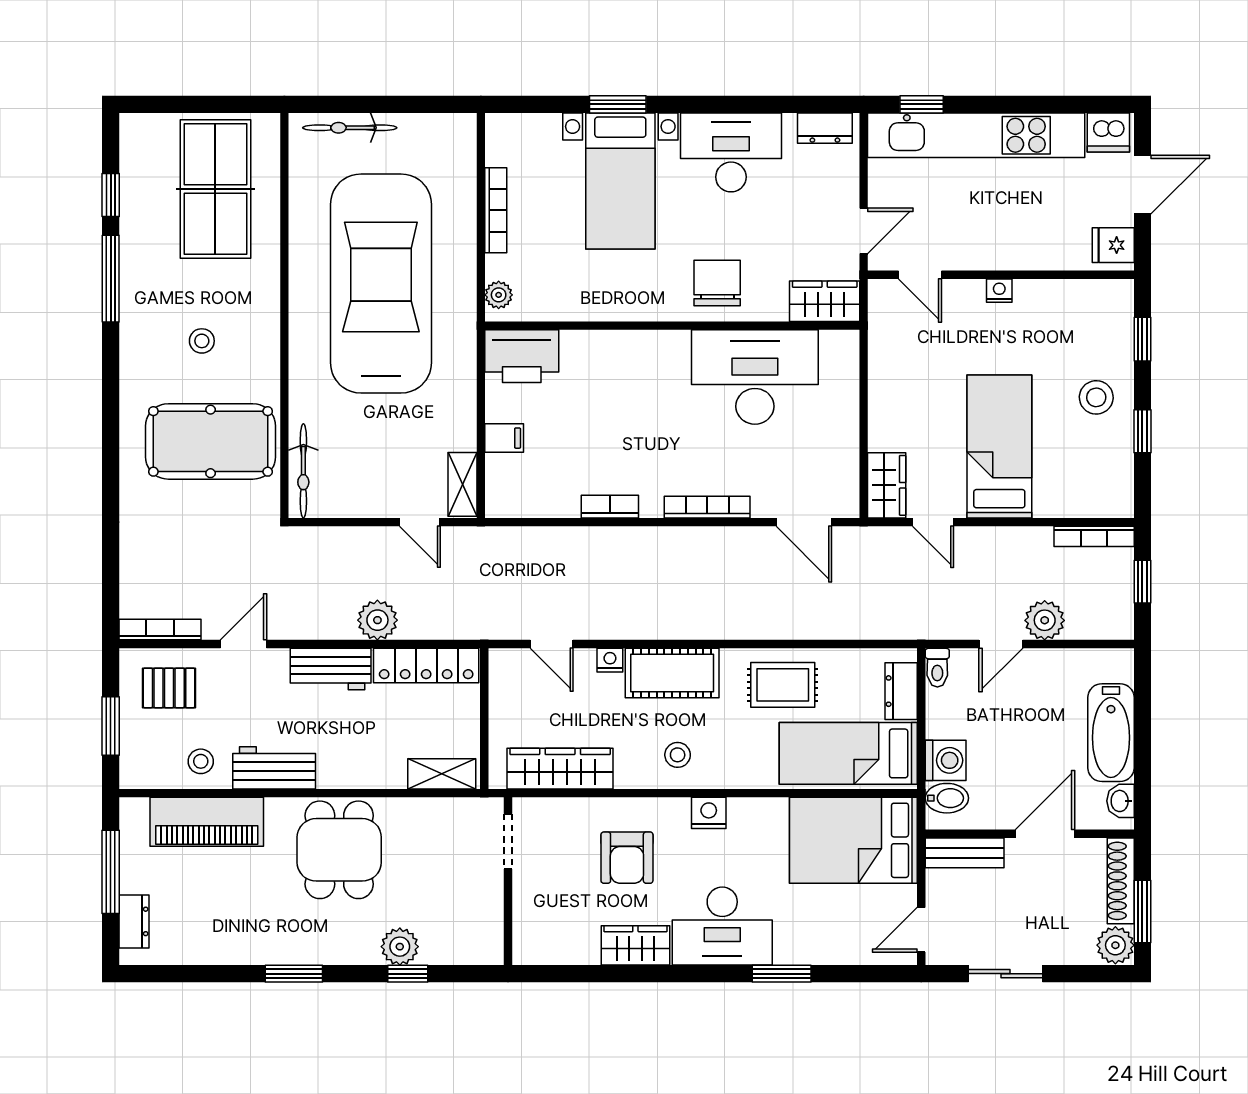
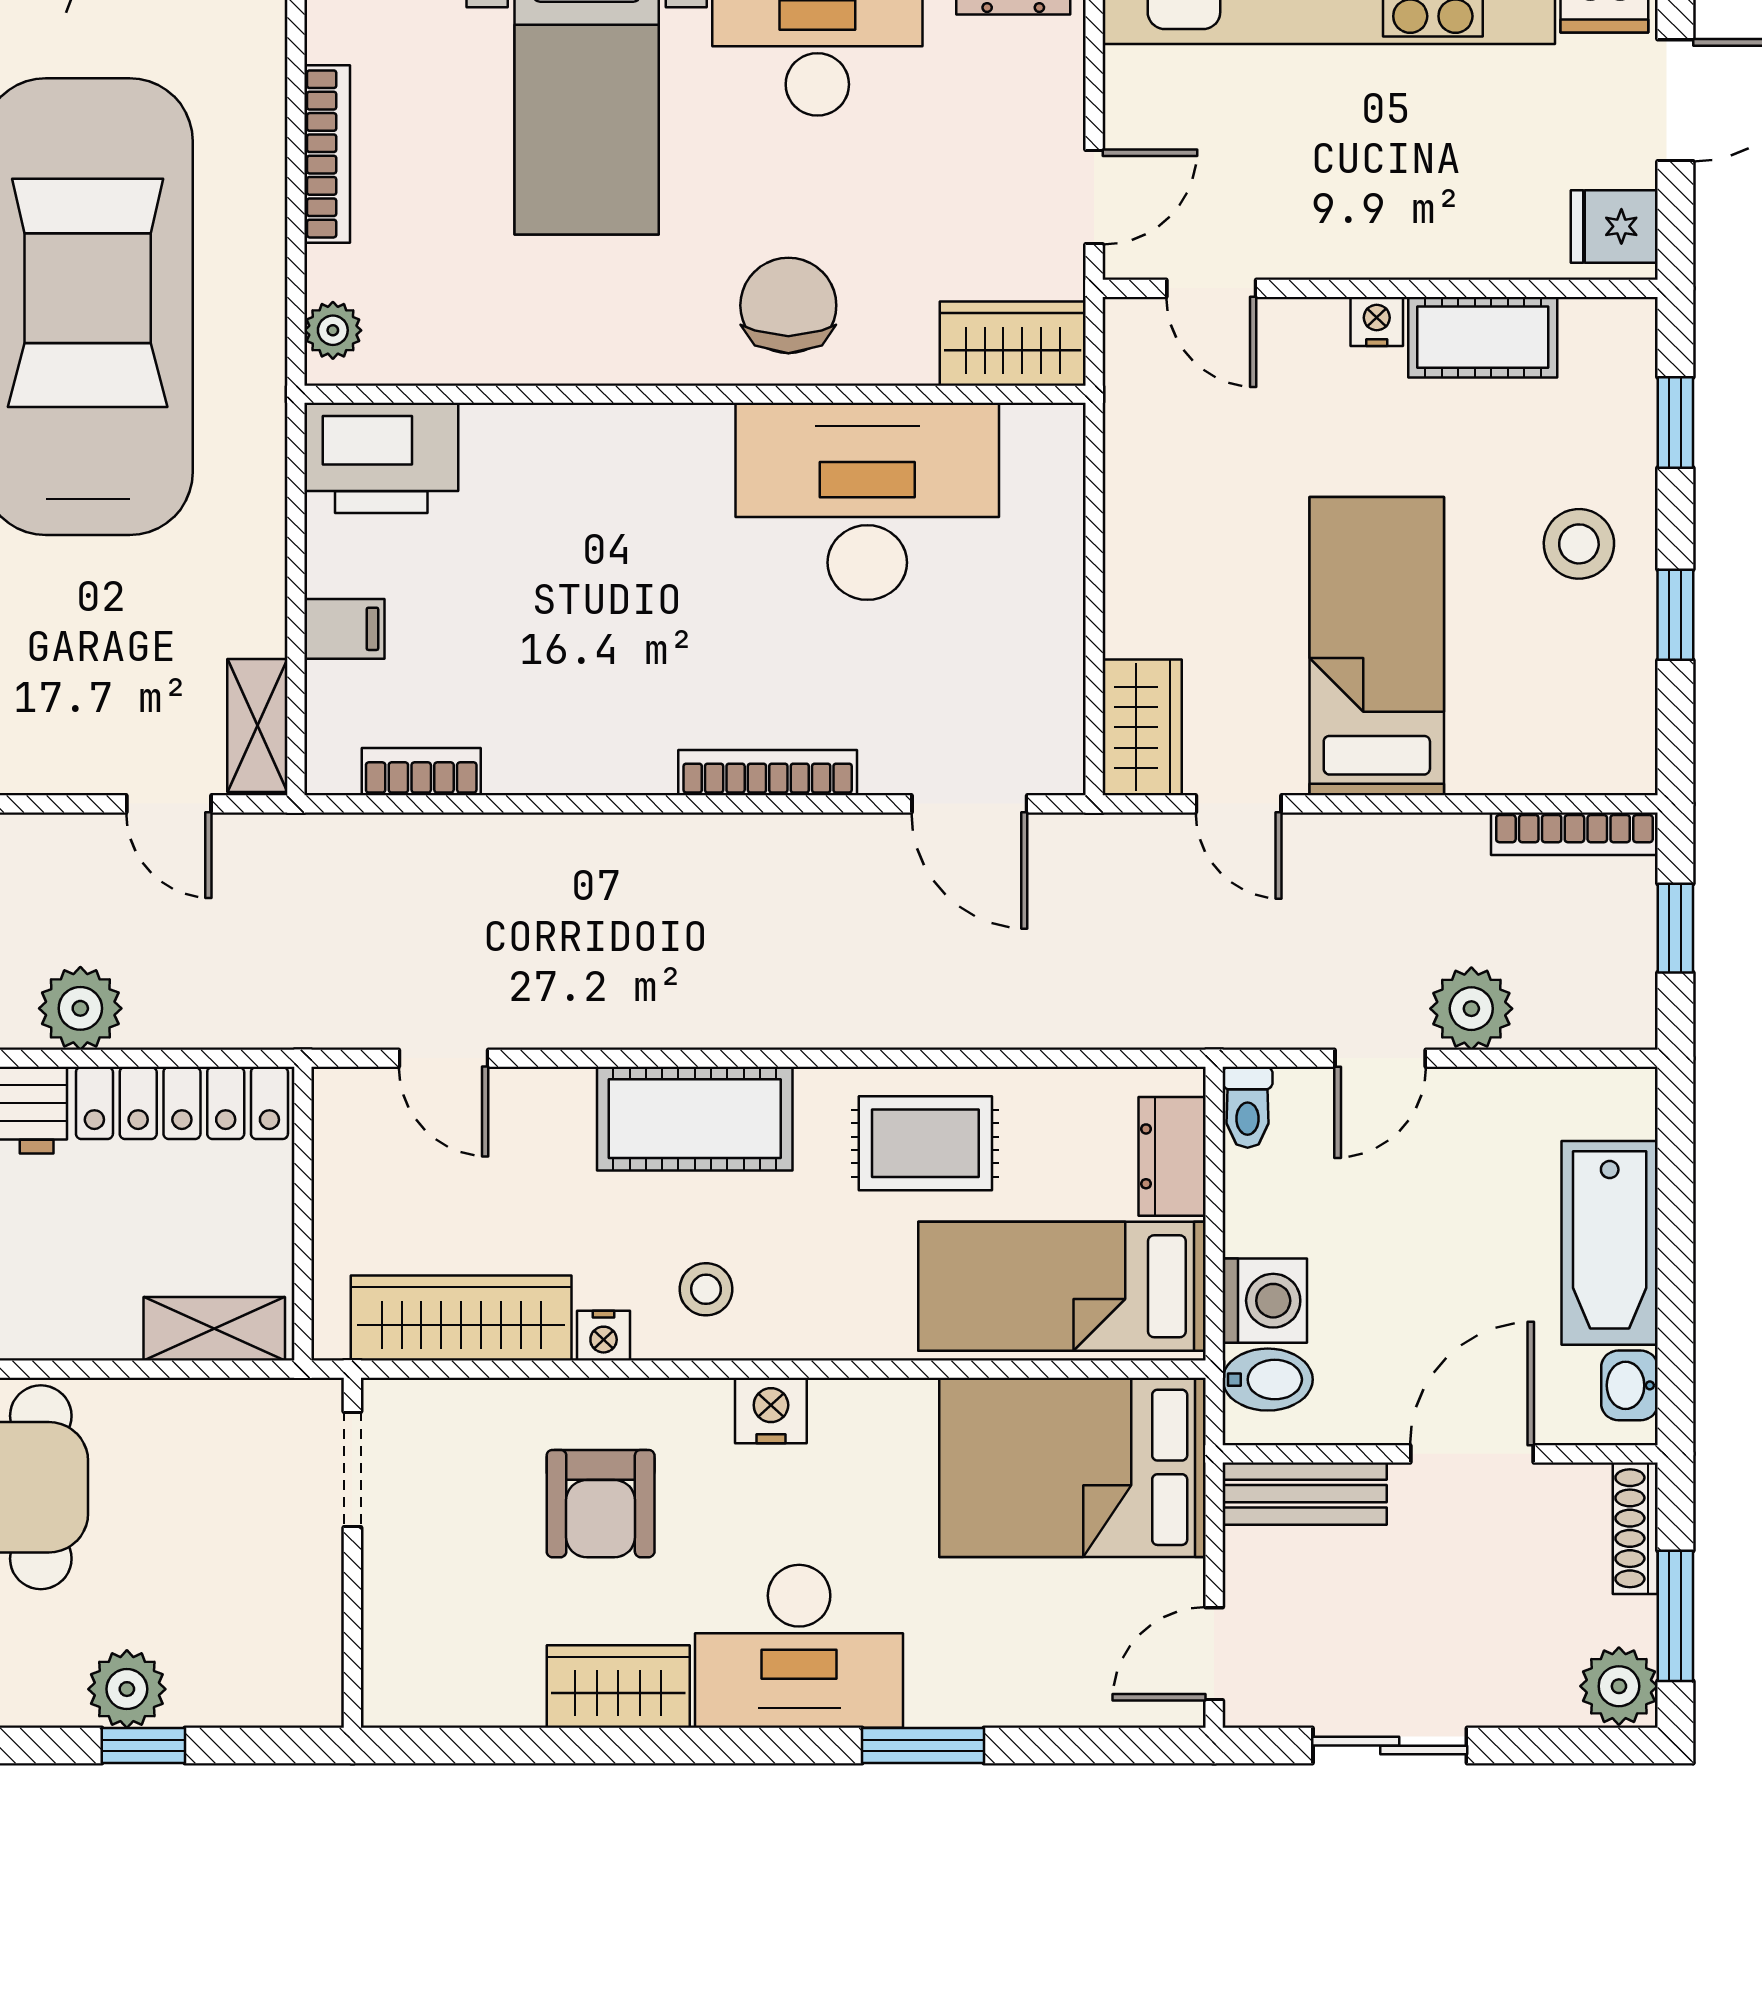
cot: (1050, 298) -> (1483, 337), added
bookcase: (610, 507) -> (421, 772), moved
nightstand: (610, 660) -> (604, 1336), moved, turned 180
shoe rack: (1121, 881) -> (1635, 1528), width x0.74, depth x0.81

